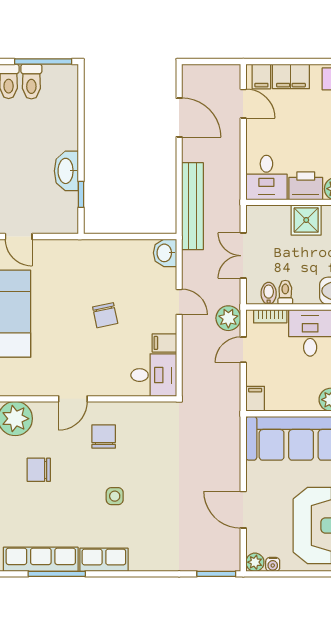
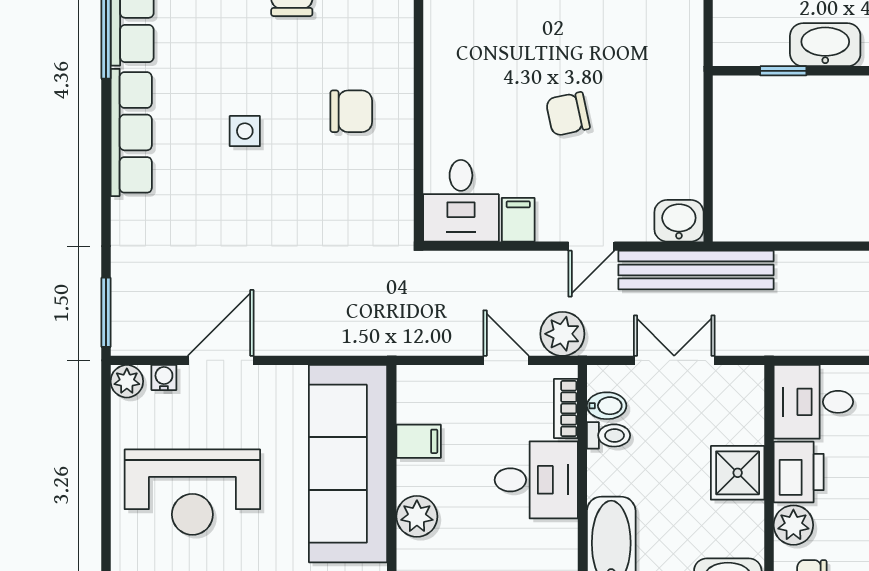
bench: (193, 206) -> (696, 270), moved
door: (73, 399) -> (418, 56), removed
filing cabinet: (255, 399) -> (419, 441), moved
row of seats: (104, 560) -> (131, 132), width x1.48
water cooler: (273, 564) -> (164, 378), moved, turned 90

